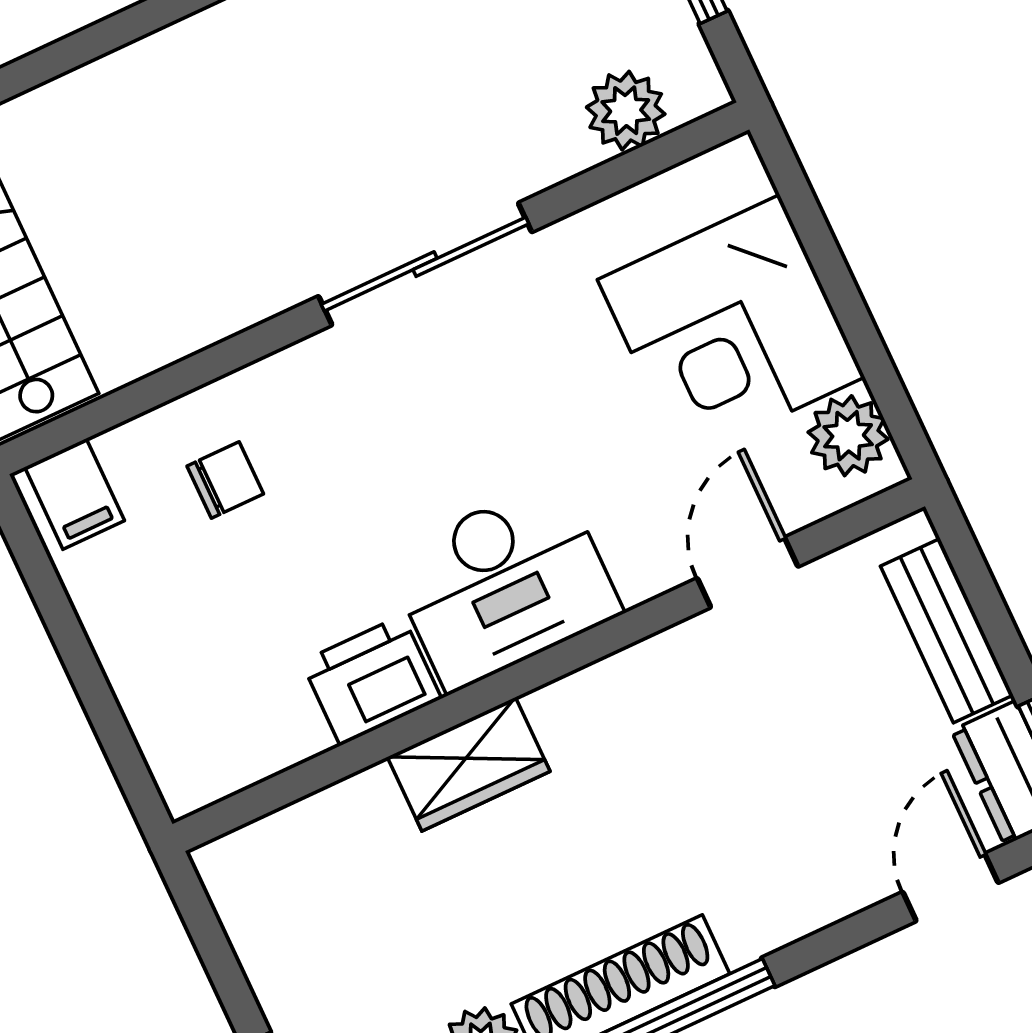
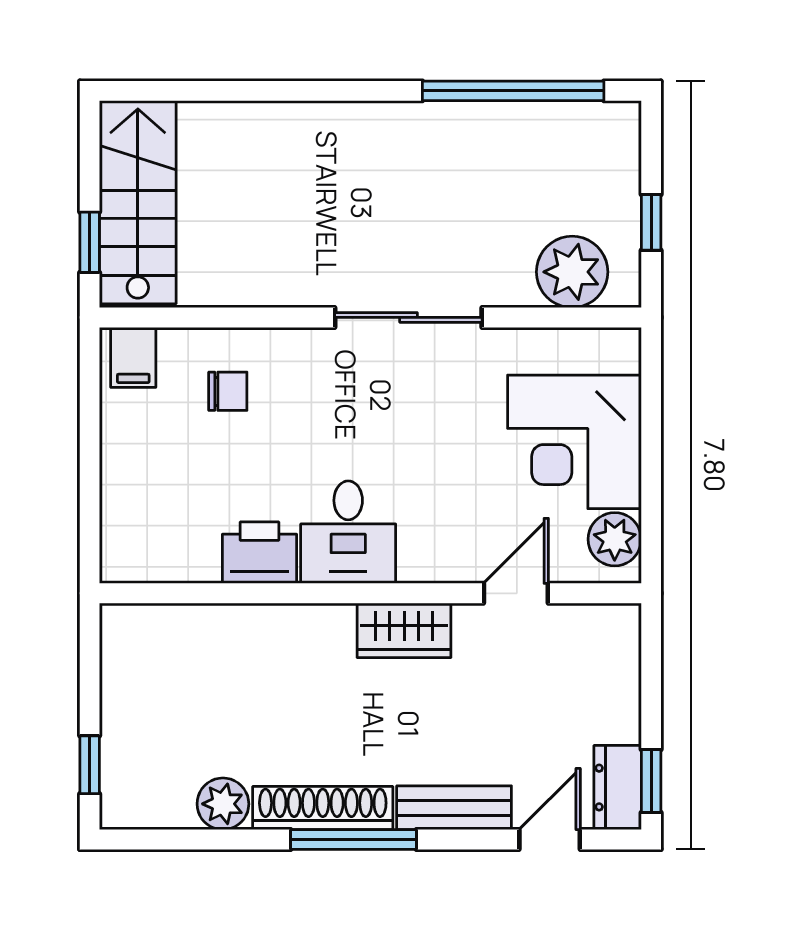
plant: (626, 111) -> (572, 272), width x1.36, depth x1.36
desk: (504, 584) -> (348, 532), width x0.73
bench: (947, 631) -> (454, 808), moved, turned 90
wardrobe: (469, 764) -> (404, 630), moved

